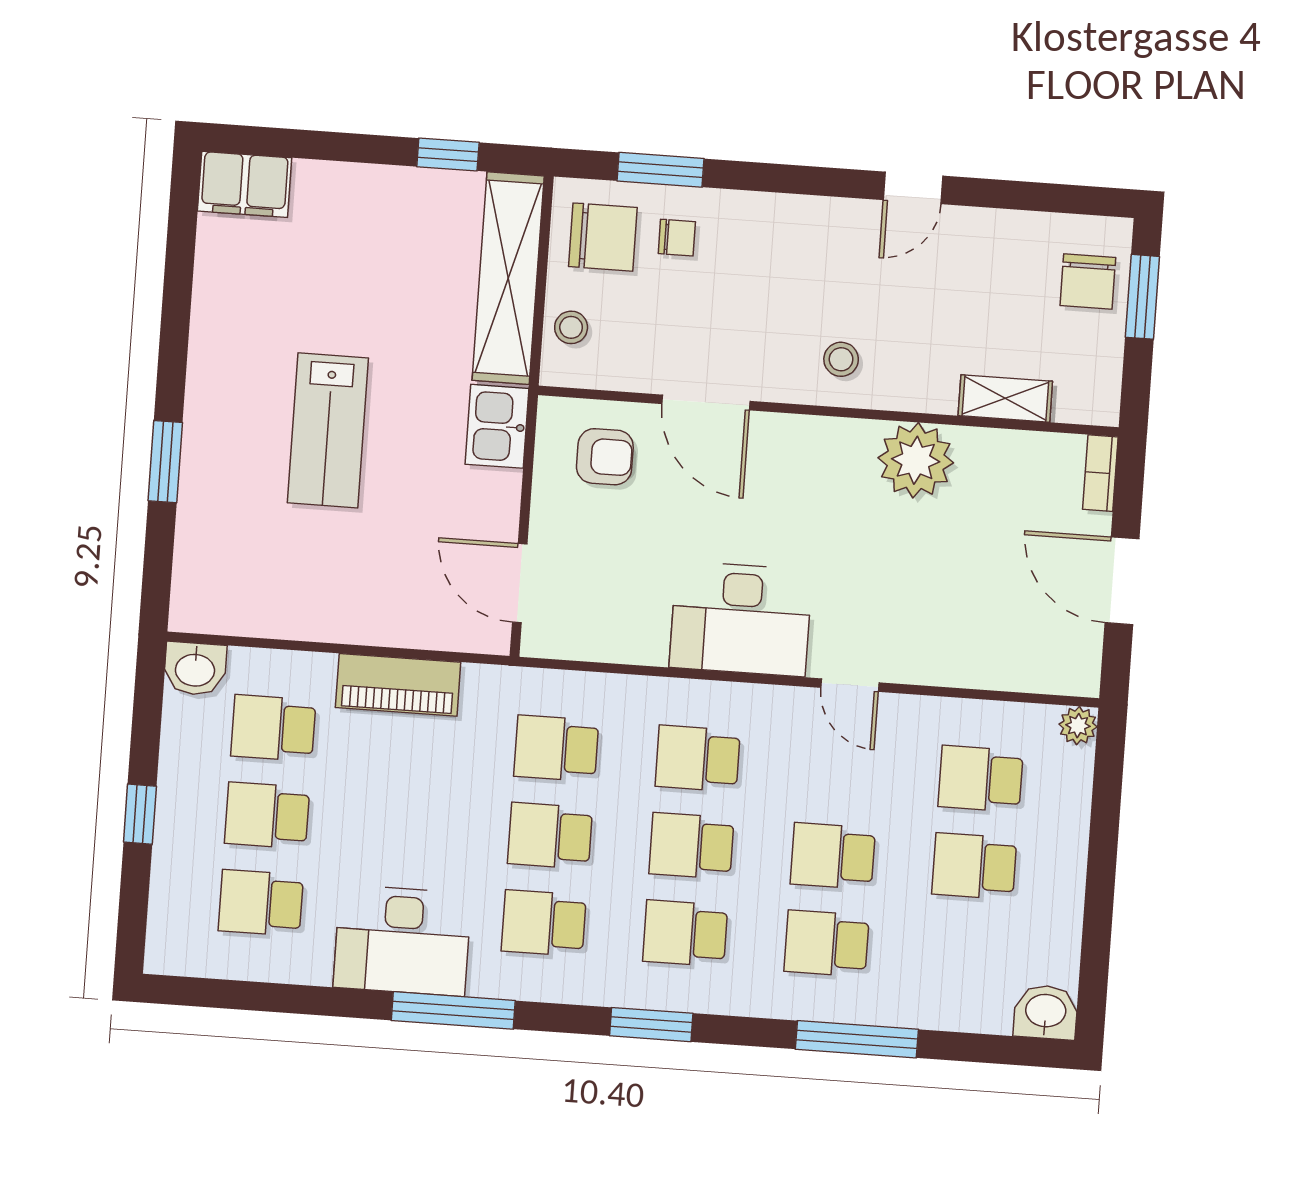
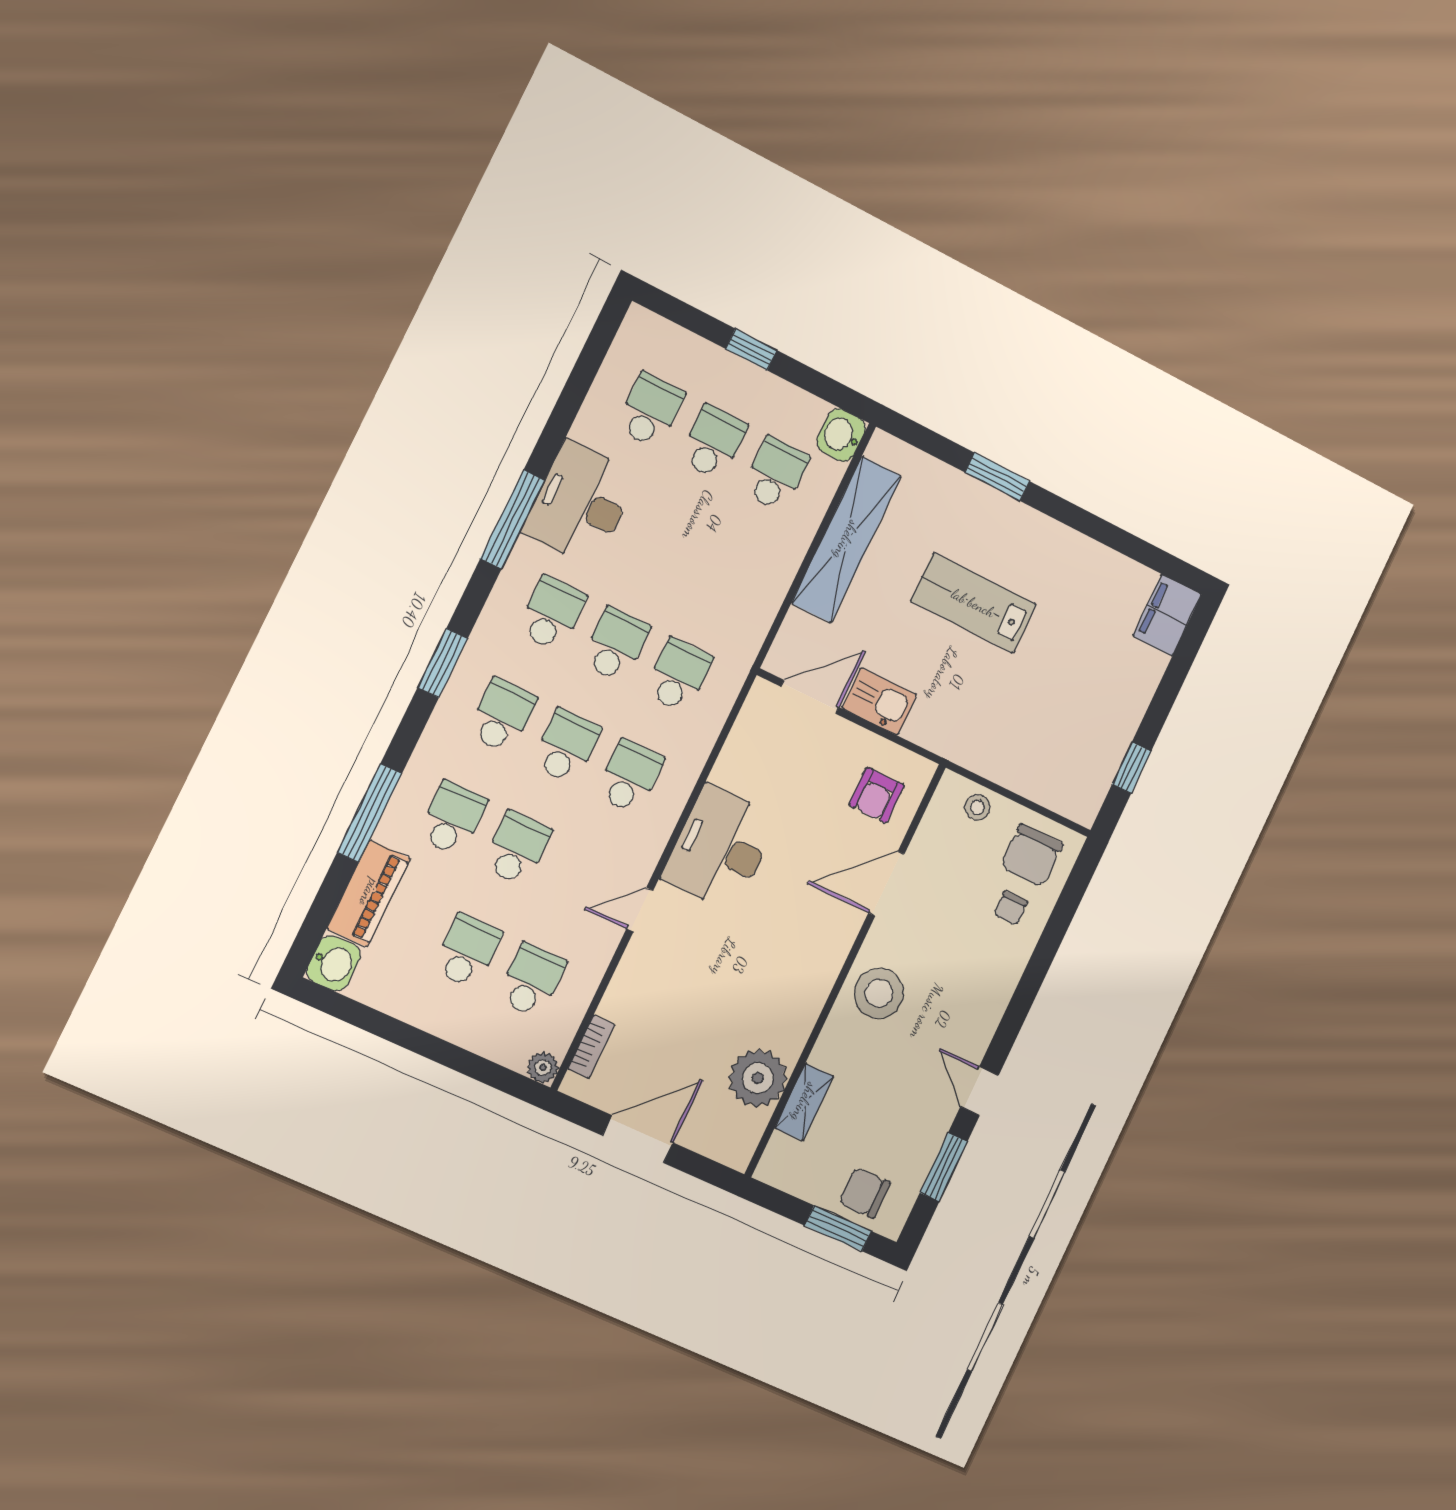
window: (660, 170) -> (944, 1167), moved
shelving: (508, 278) -> (846, 540), moved, turned 90
stool: (841, 359) -> (879, 993), width x1.89, depth x1.89
kitchen sink: (497, 426) -> (879, 702), moved
plant: (916, 460) -> (758, 1078), moved
bookcase: (1100, 473) -> (591, 1047), moved, turned 90
piano: (398, 685) -> (369, 893), moved, turned 180

